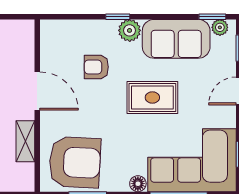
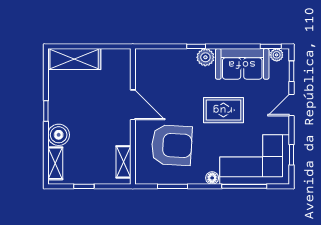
armchair: (96, 67) -> (179, 86), removed
shelving: (25, 141) -> (123, 162), moved
armchair: (75, 162) -> (172, 145), moved

